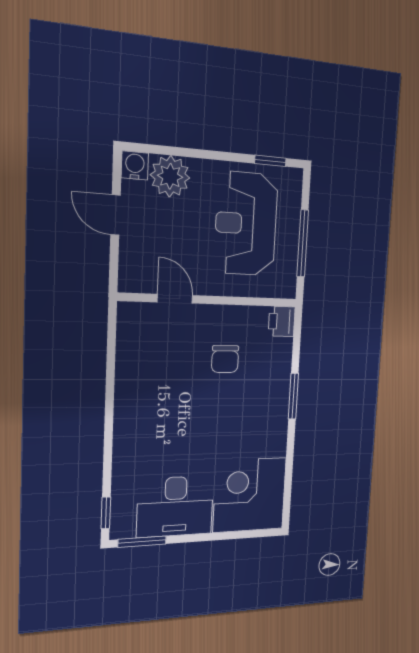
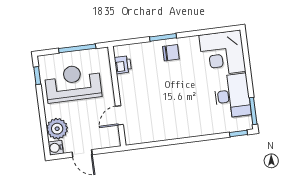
door: (116, 215) -> (82, 153), hinge flipped
reception desk: (246, 224) -> (73, 83), turned 180
printer: (282, 321) -> (123, 65), moved, turned -90
chair: (225, 359) -> (171, 53), moved

